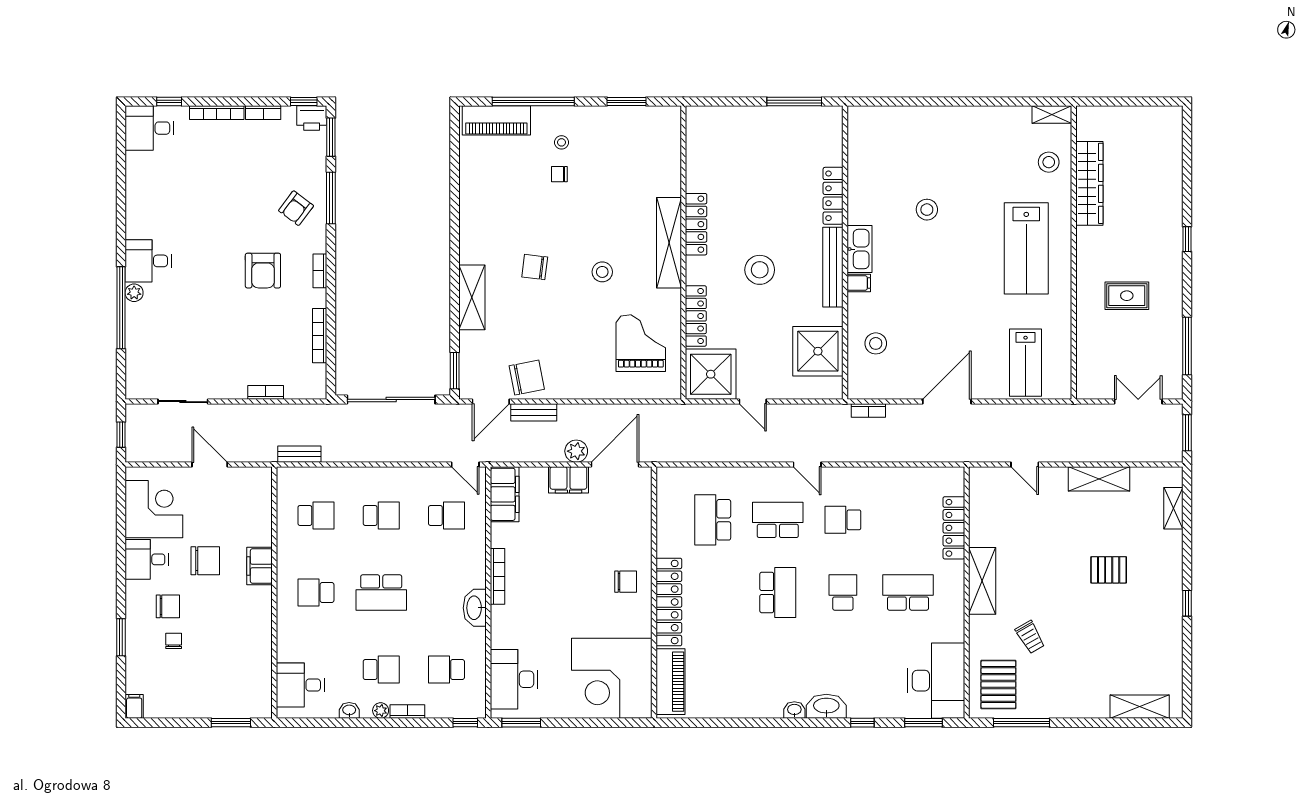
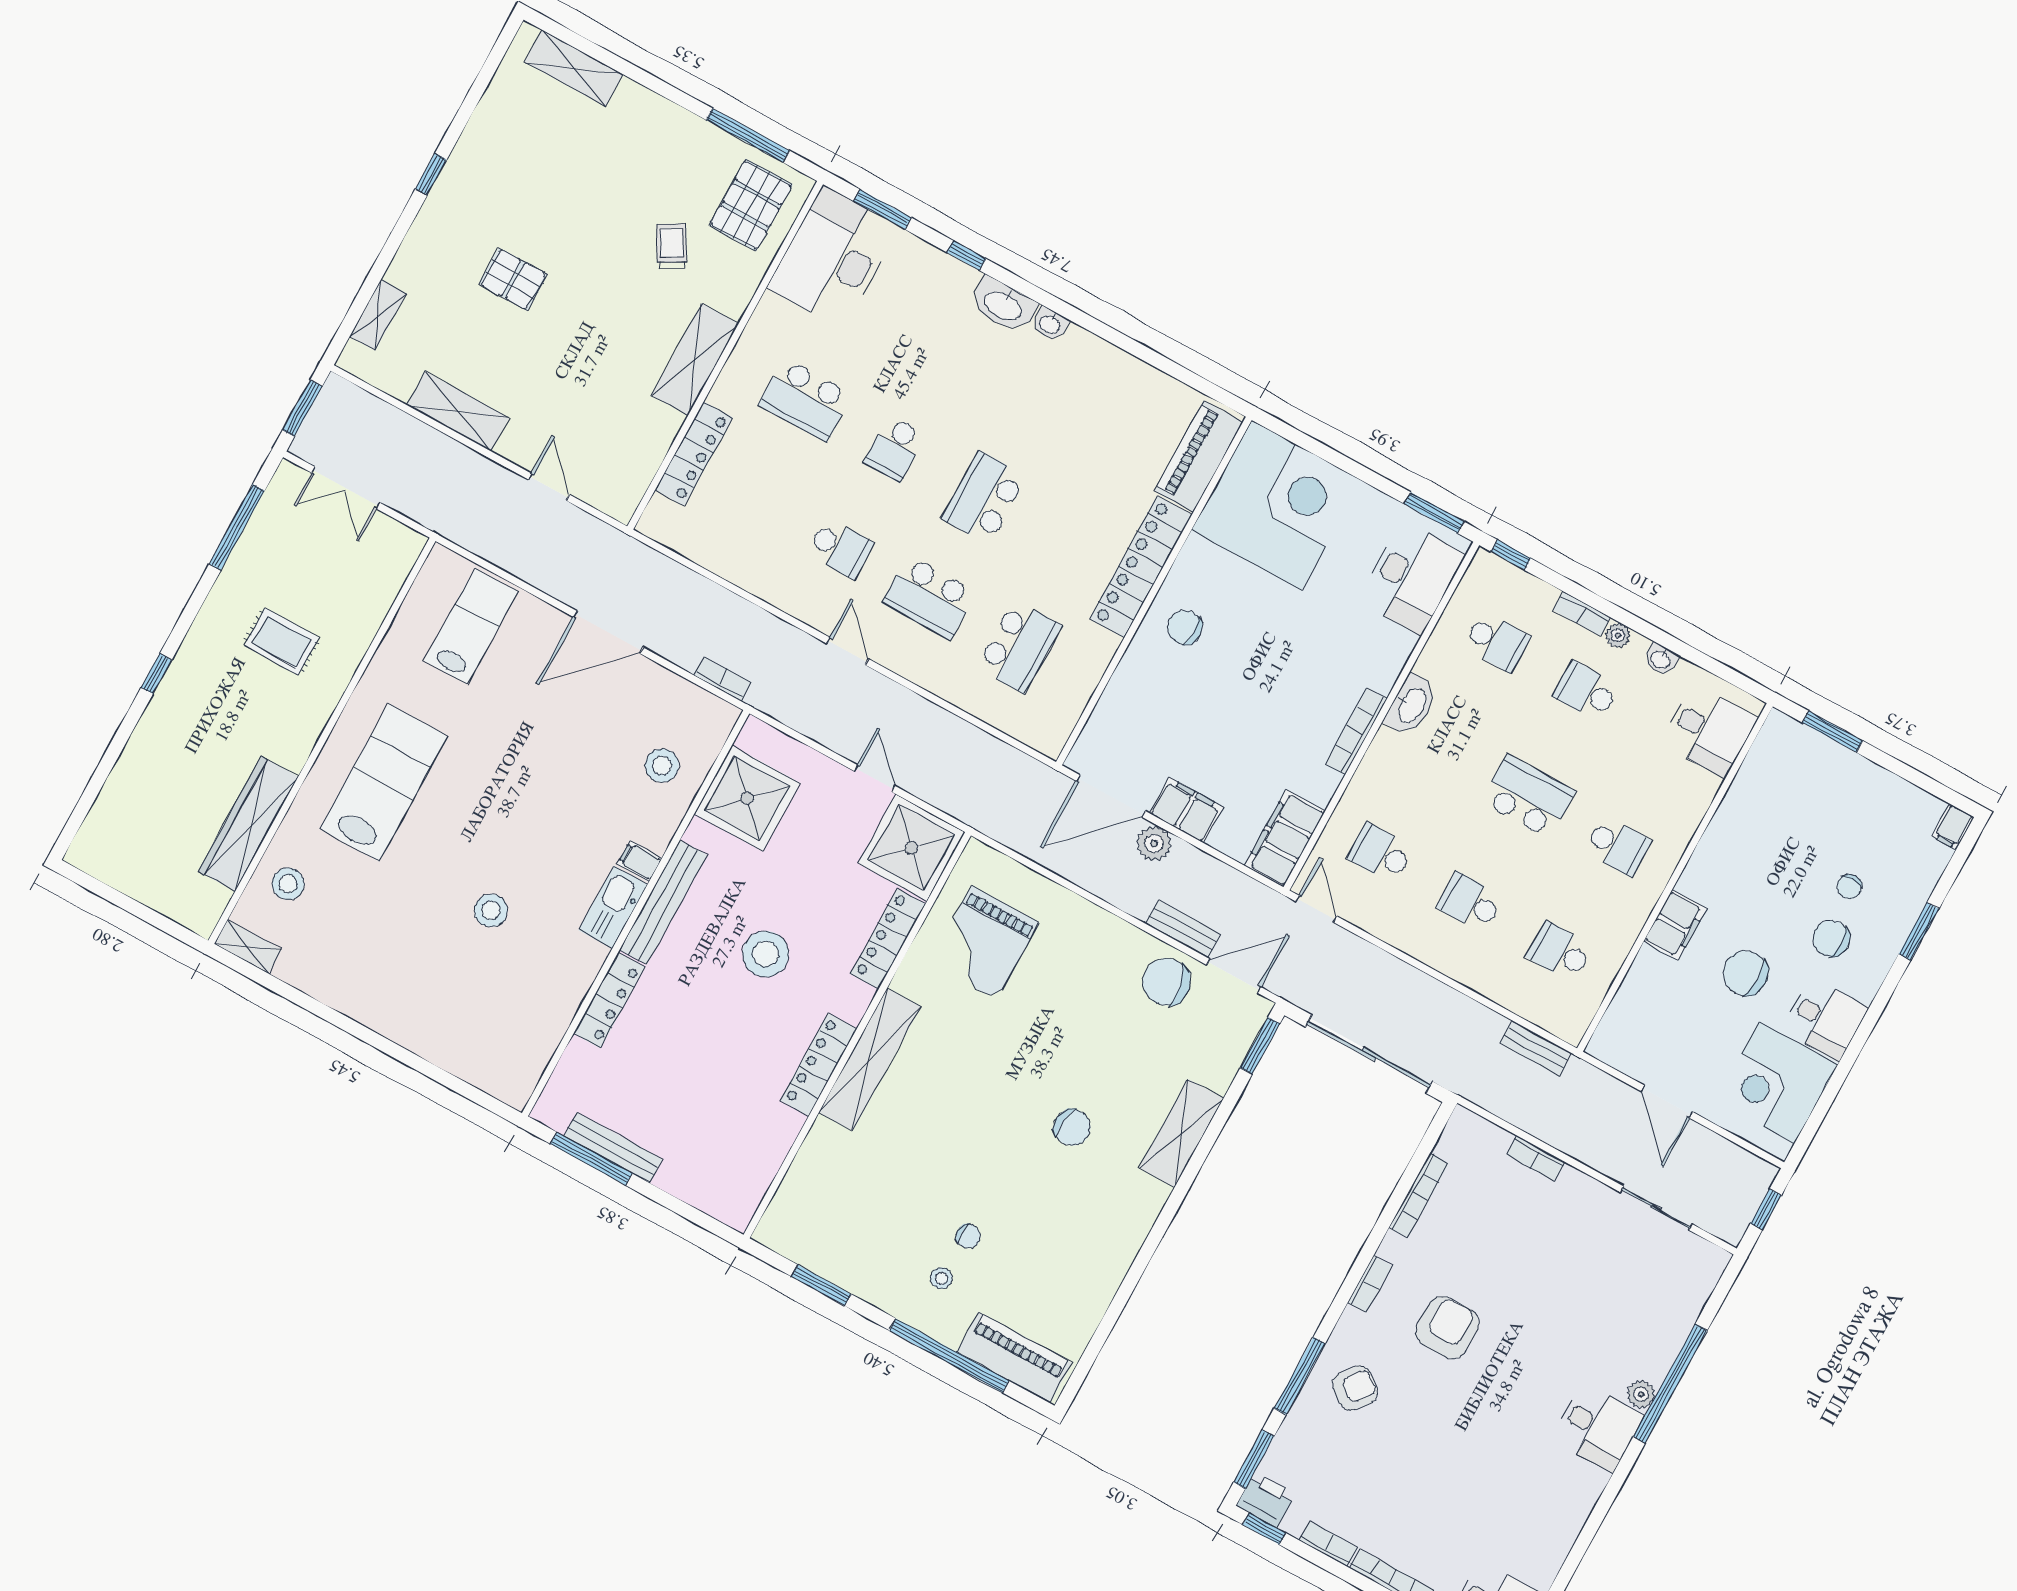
bench: (785, 114) -> (613, 1148), added
stool: (602, 272) -> (983, 1070), removed

